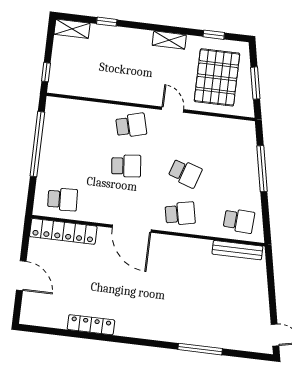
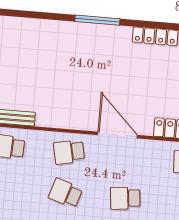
window: (200, 349) -> (97, 20), moved

